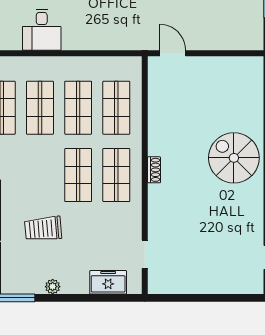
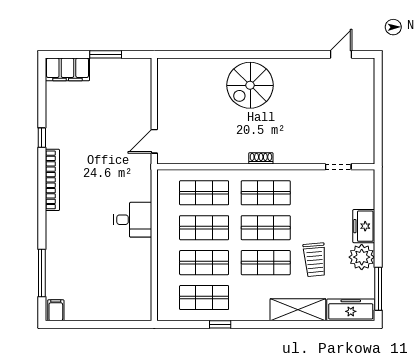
desk: (42, 30) -> (133, 220), moved
shop shelf: (40, 175) -> (266, 263), added
freezer: (108, 282) -> (364, 226), moved
plant: (53, 287) -> (362, 257), width x1.87, depth x1.87

